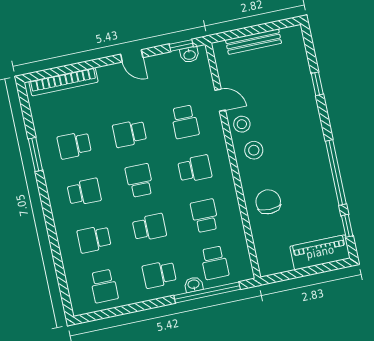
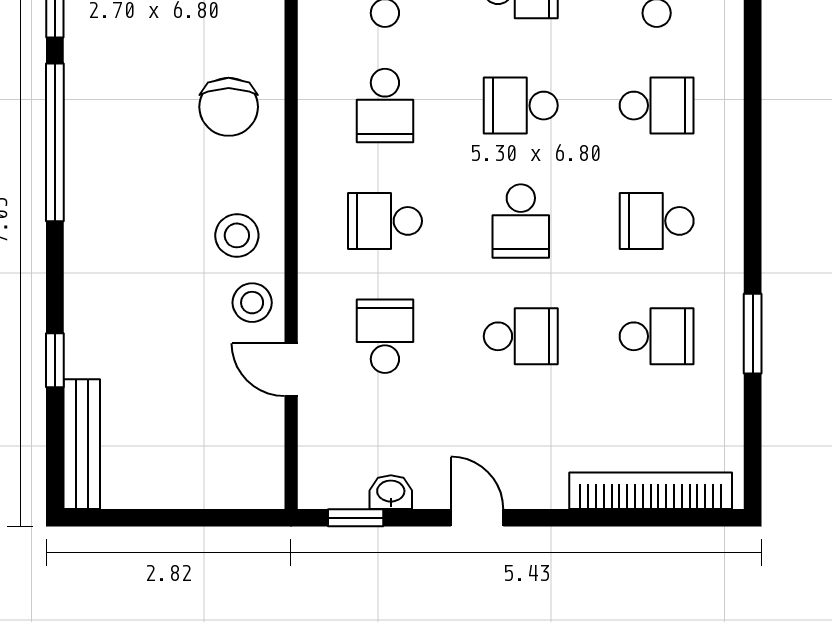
bench: (254, 42) -> (82, 444), moved, turned 90
washbasin: (189, 55) -> (391, 492), moved

